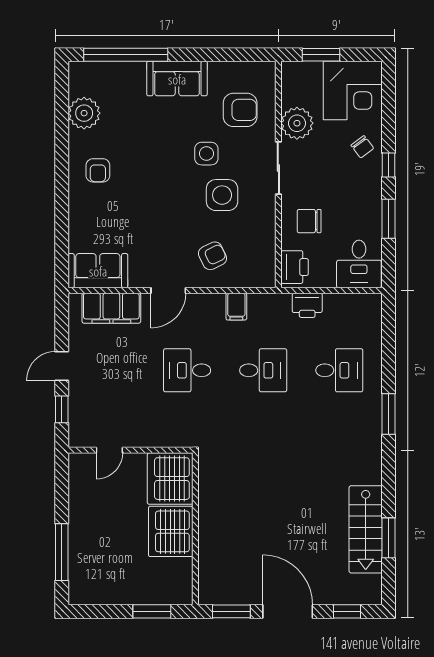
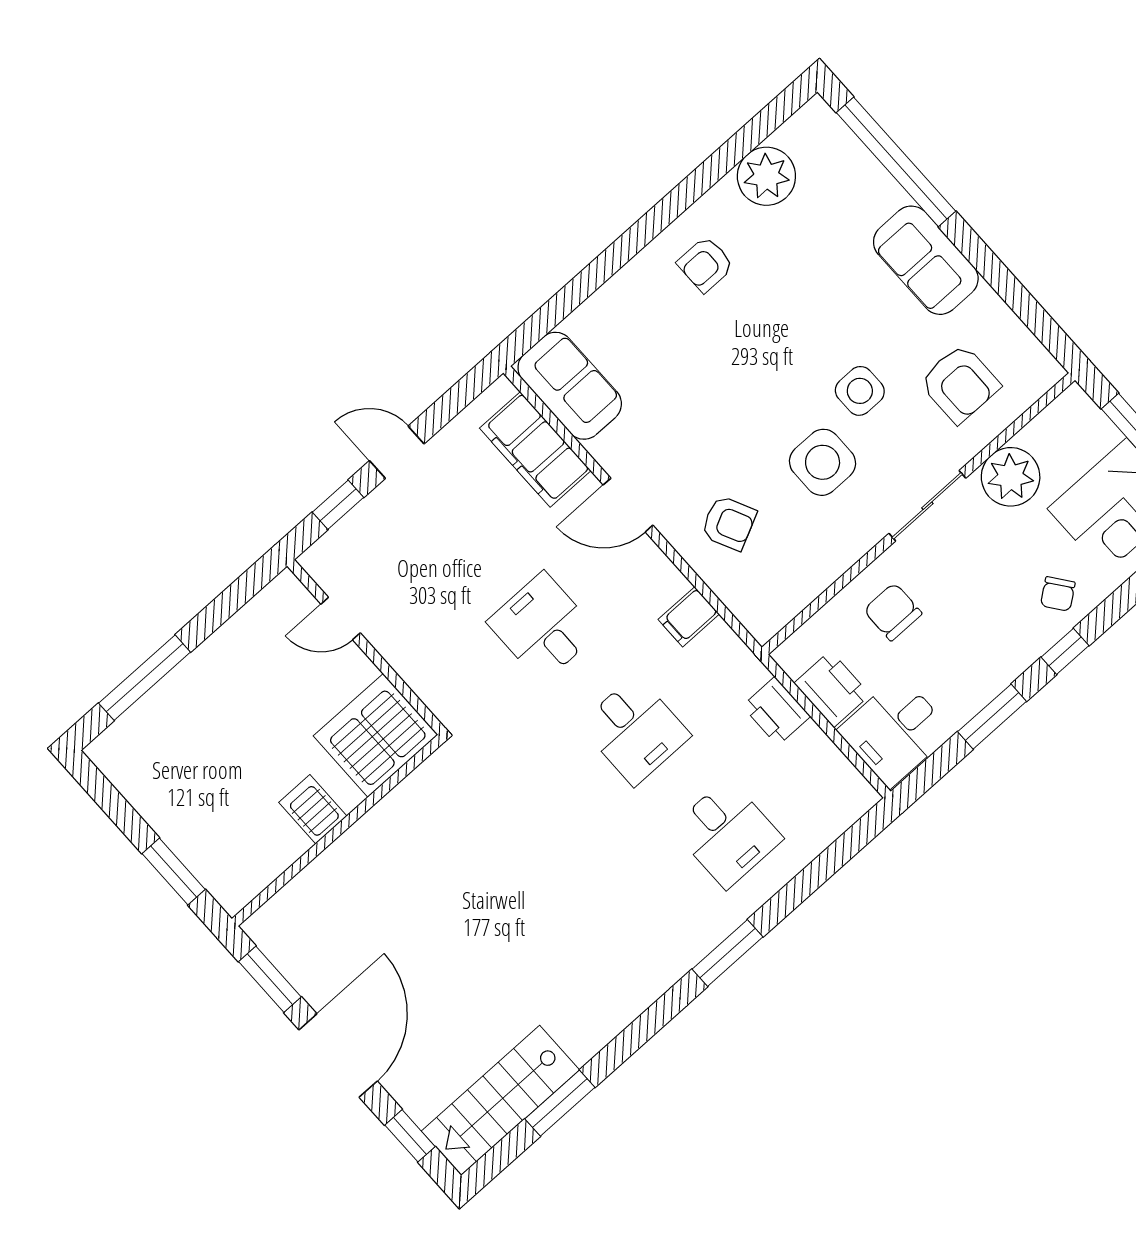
printer: (295, 267) -> (832, 689), moved, turned -90
stairs: (366, 529) -> (500, 1100), moved
server rack: (171, 531) -> (313, 809), width x0.46, depth x0.70

